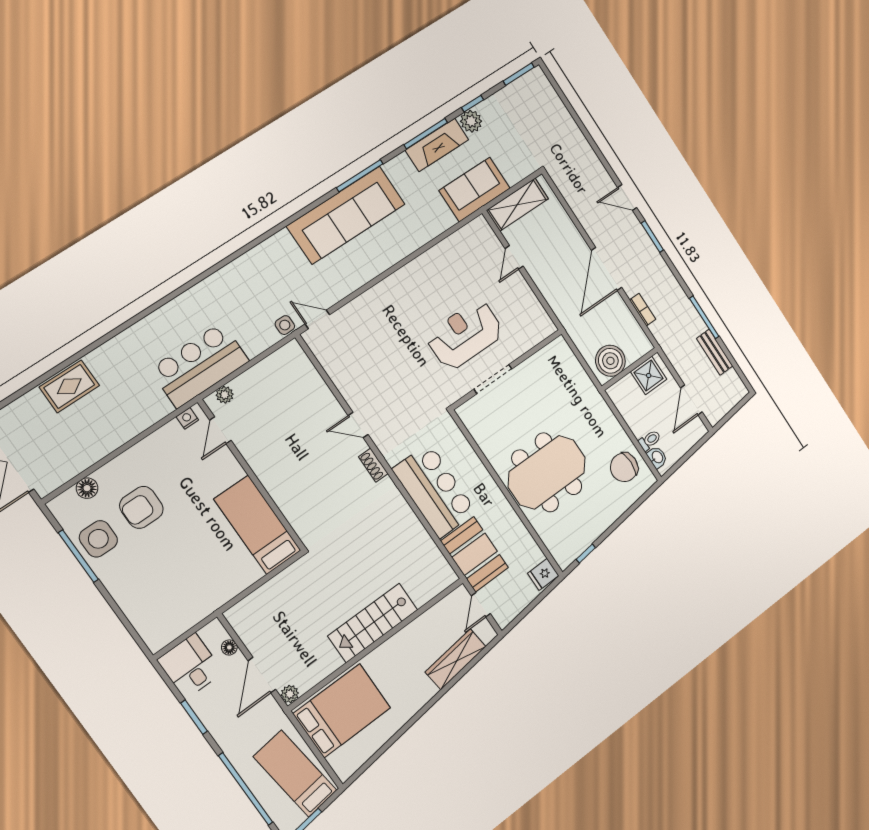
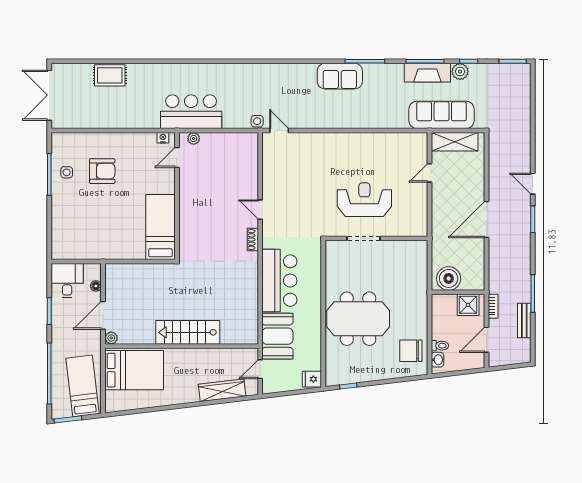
sofa: (475, 189) -> (442, 115), width x1.36
sofa: (346, 215) -> (340, 76), width x0.54, depth x0.79
bookcase: (643, 310) -> (493, 306), moved
floor lamp: (87, 488) -> (80, 139), removed
armchair: (141, 507) -> (102, 171), turned 180
side table: (98, 539) -> (67, 172), width x0.54, depth x0.54

